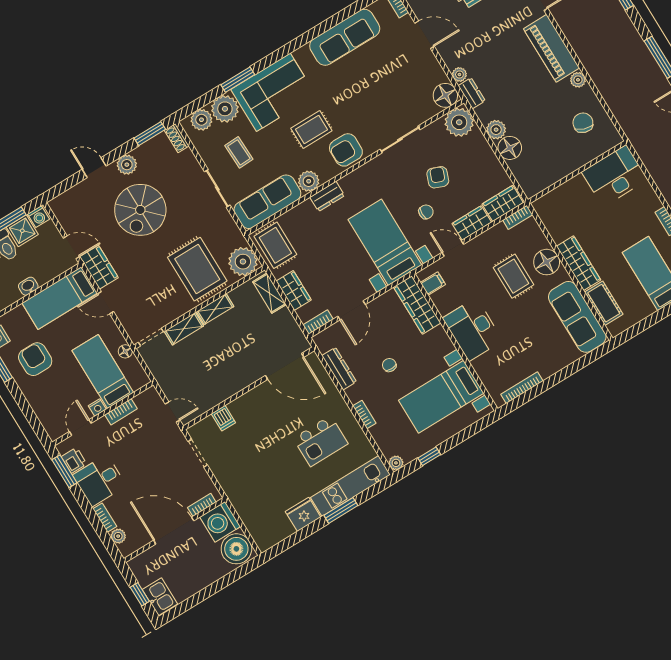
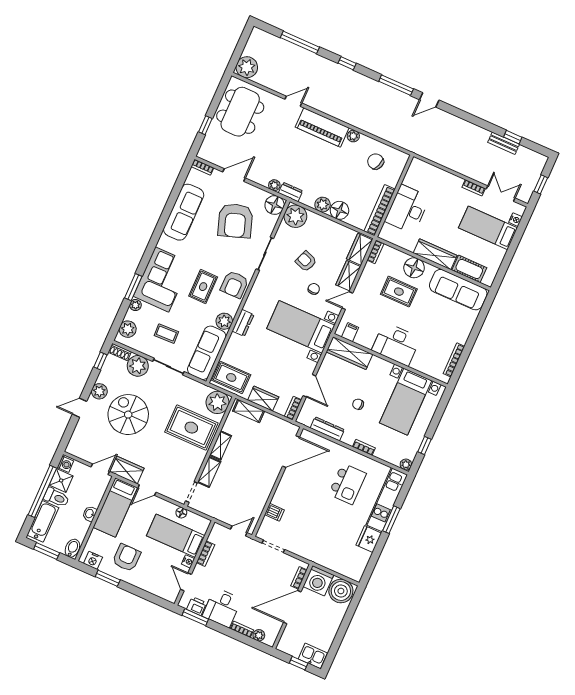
armchair: (393, 84) -> (235, 221), added
plant: (225, 109) -> (135, 305), width x0.53, depth x0.53
window: (150, 134) -> (100, 361), width x0.67
plant: (186, 166) -> (138, 366), added
desk: (615, 176) -> (407, 209), moved
bookcase: (552, 177) -> (380, 210), added
spiral stairs: (140, 210) -> (128, 415), turned 180
armchair: (35, 359) -> (127, 558), turned 90

